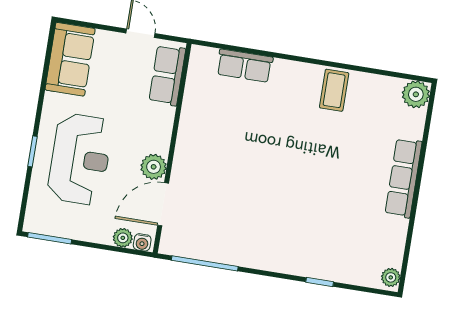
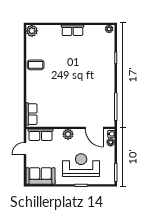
row of seats: (245, 66) -> (31, 114), moved
plant: (154, 167) -> (68, 134), moved
row of seats: (404, 178) -> (72, 30), width x0.68

